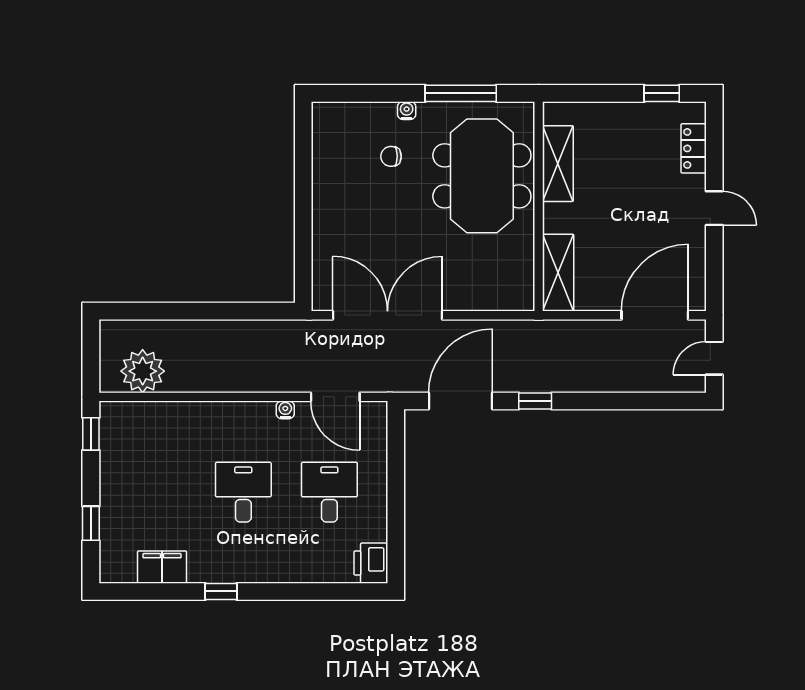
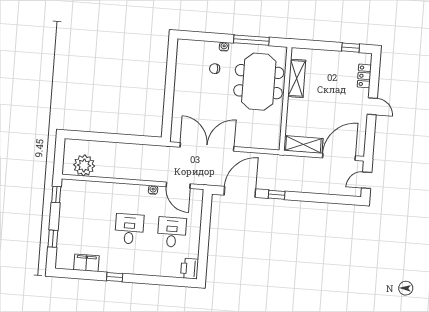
shelving: (558, 273) -> (303, 144), moved, turned 90

